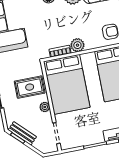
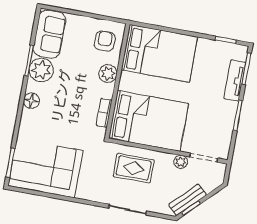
plant: (77, 45) -> (108, 74), moved
rug: (30, 87) -> (134, 168), turned 90
plant: (45, 107) -> (181, 162), moved

